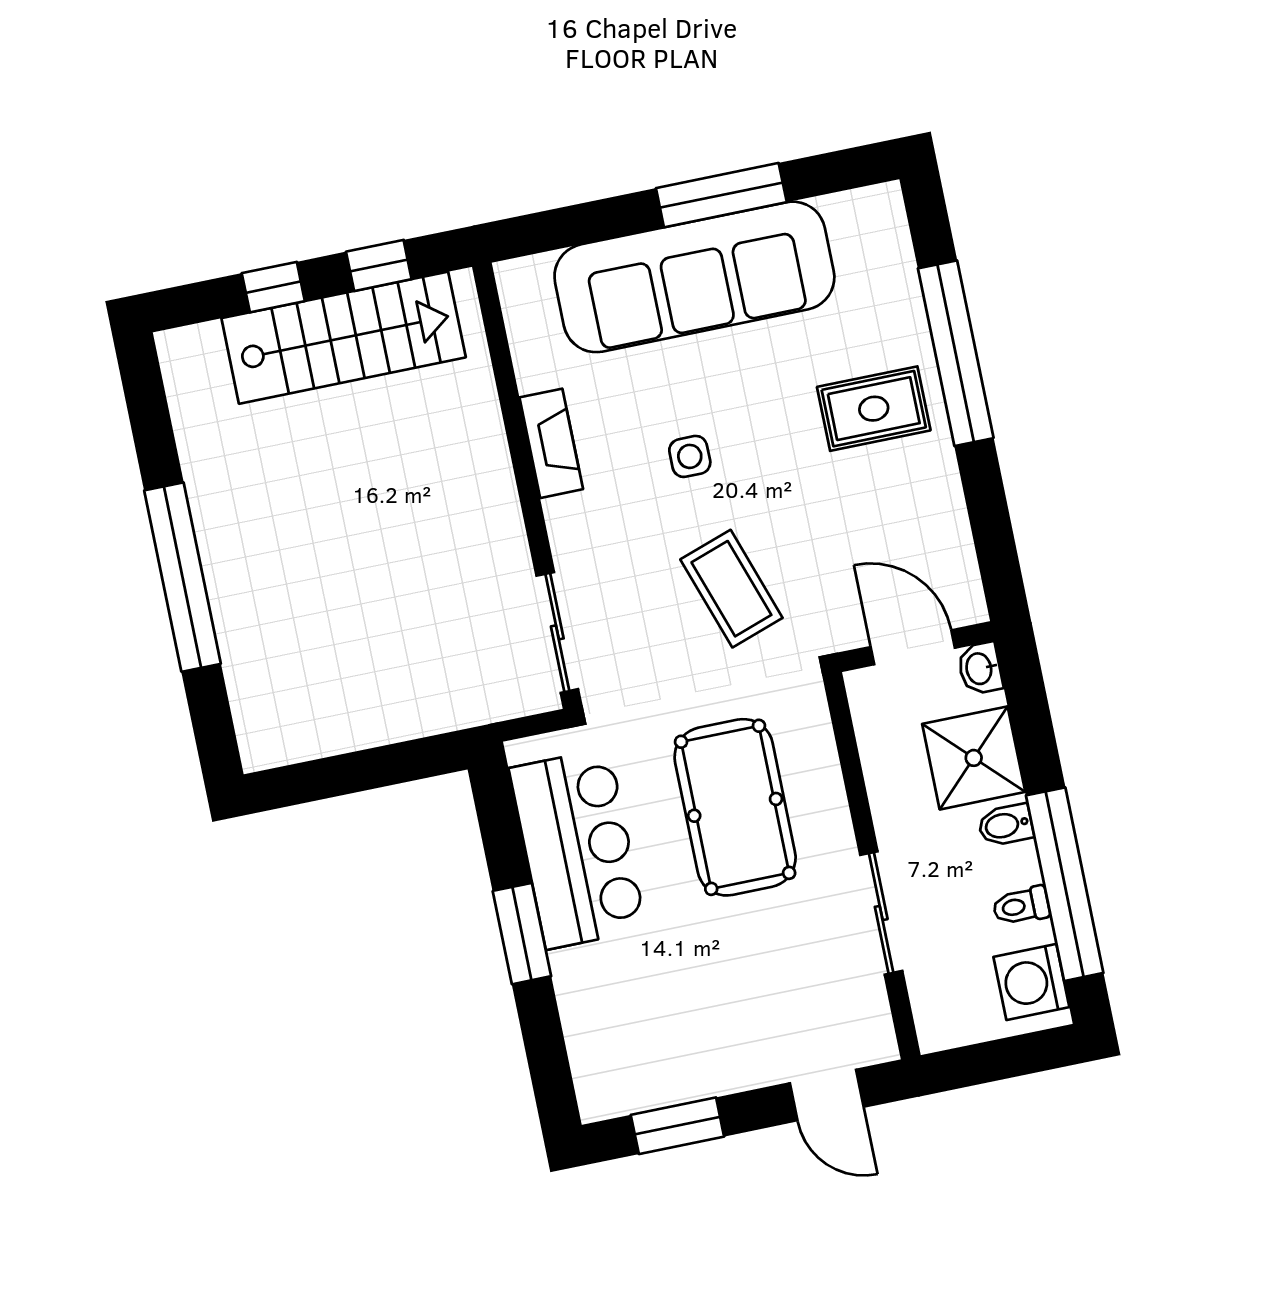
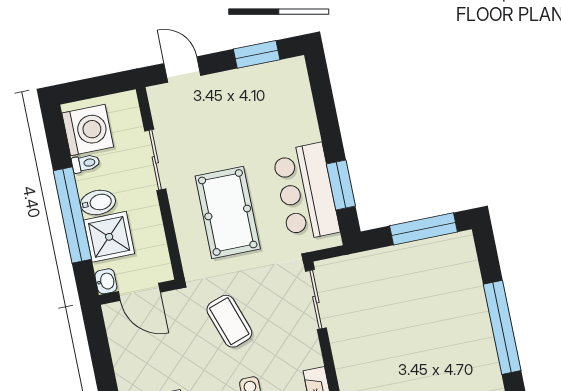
window: (341, 775) -> (423, 229), added
bidet: (1006, 825) -> (98, 203), width x1.38, depth x1.36
window: (1065, 884) -> (72, 215), moved
window: (522, 934) -> (341, 185), moved
washing machine: (1031, 982) -> (88, 130), width x1.37, depth x1.37

